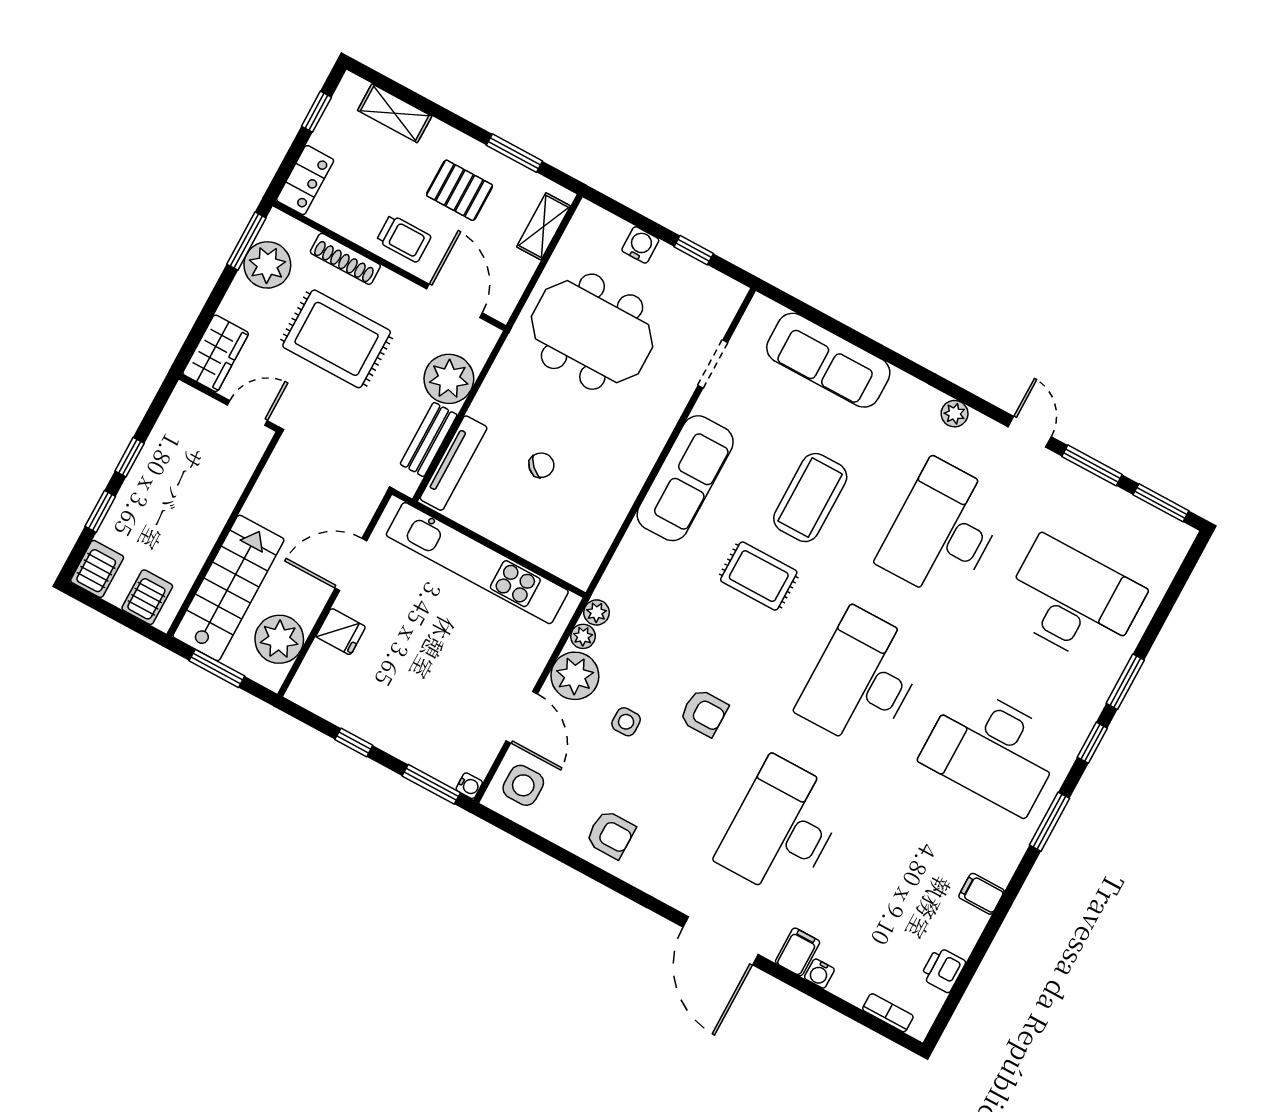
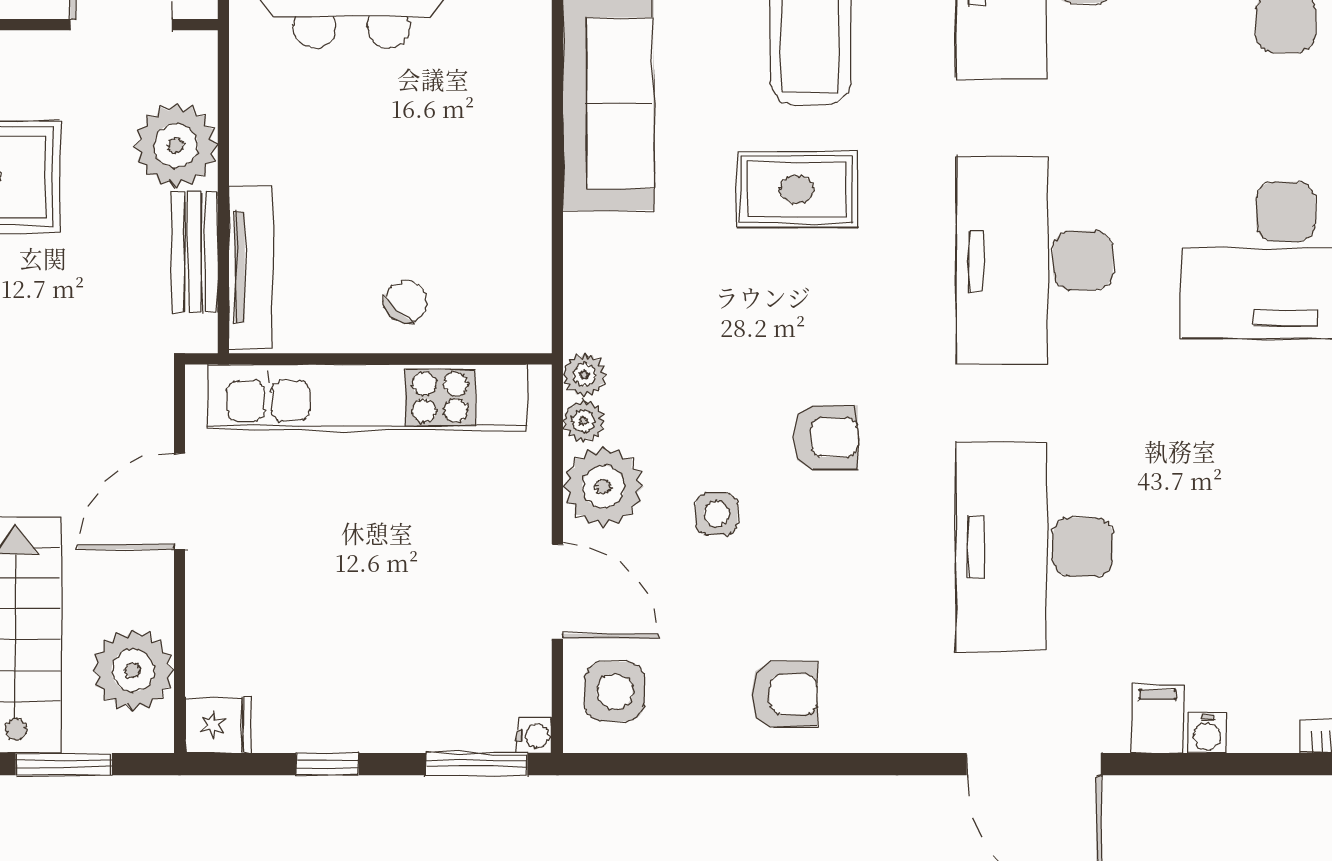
chair: (541, 465) -> (406, 302), moved
fridge: (341, 632) -> (218, 725), moved

